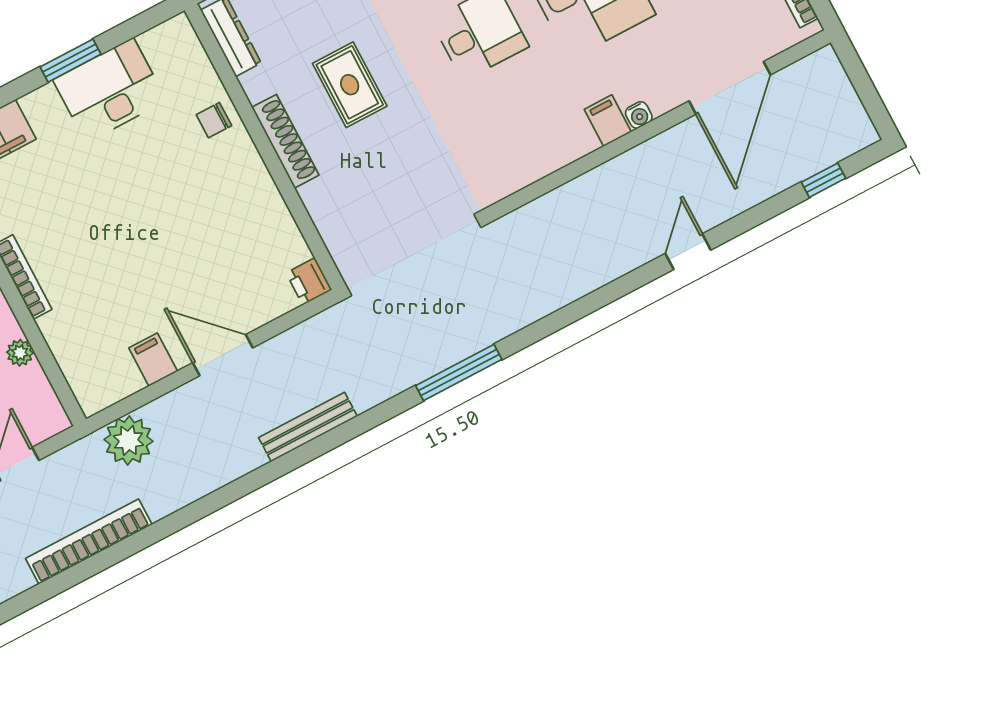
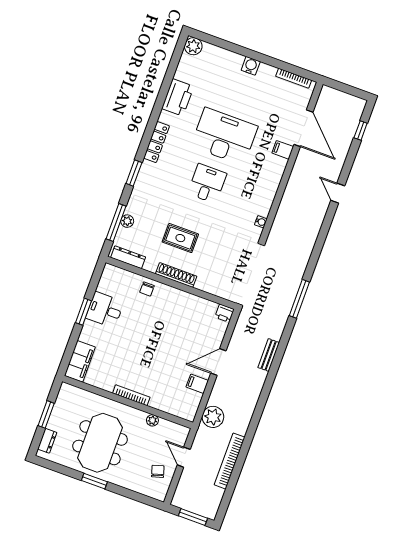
desk: (110, 90) -> (105, 310), width x0.73
water cooler: (639, 115) -> (261, 222), moved
filing cabinet: (608, 121) -> (283, 150), moved
bench: (308, 427) -> (269, 355), width x0.73

